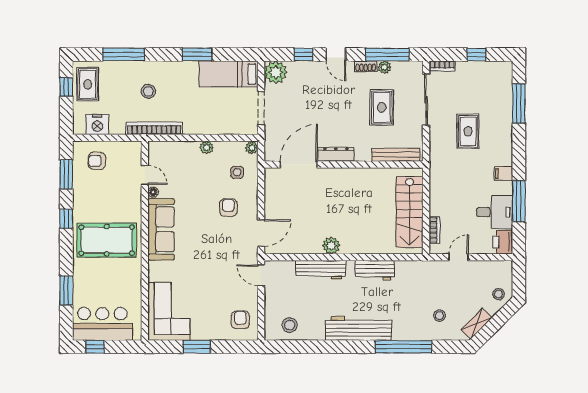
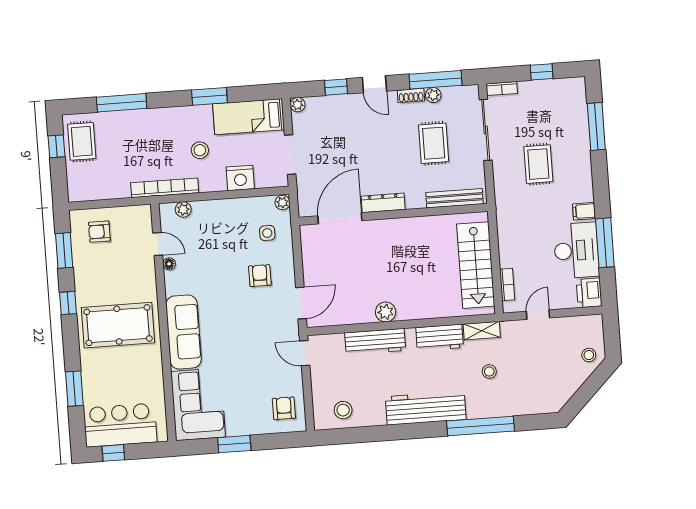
plant: (276, 72) -> (298, 105), width x0.53, depth x0.53
stool: (148, 91) -> (200, 150), moved
nightstand: (97, 125) -> (240, 178), moved
plant: (207, 147) -> (183, 209), moved
desk: (494, 212) -> (576, 250), width x1.37
sofa: (161, 229) -> (184, 332), moved
stool: (439, 316) -> (489, 372), moved
shelving: (477, 324) -> (482, 331), moved, turned 45

